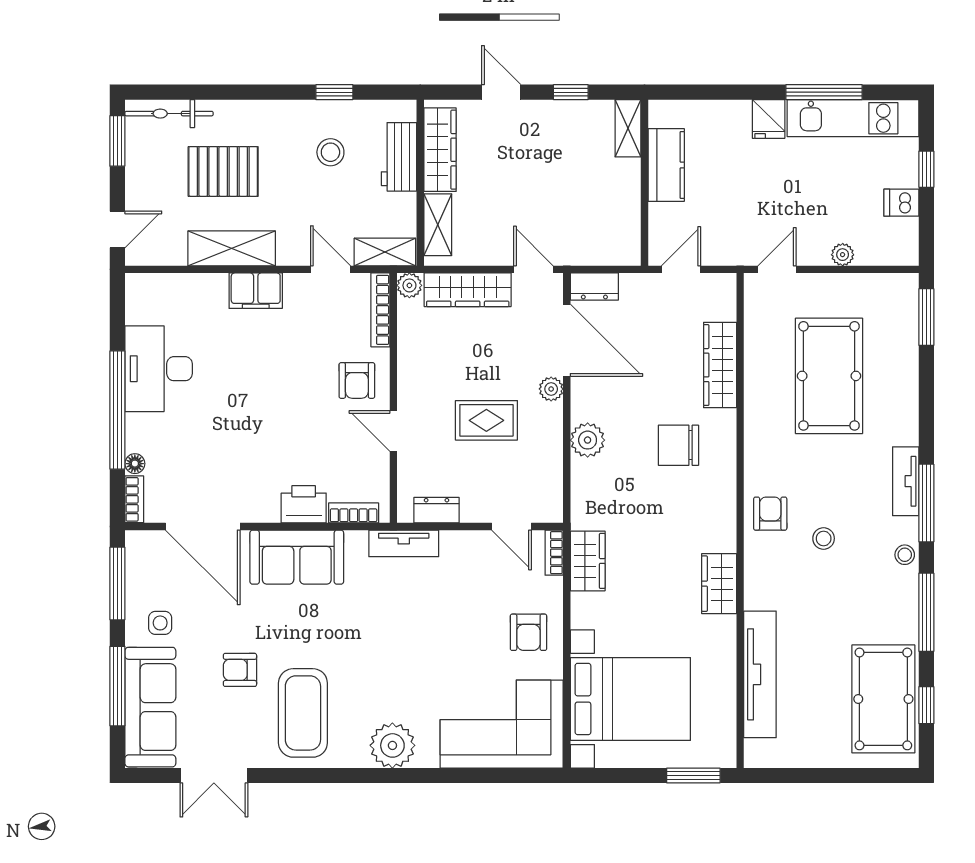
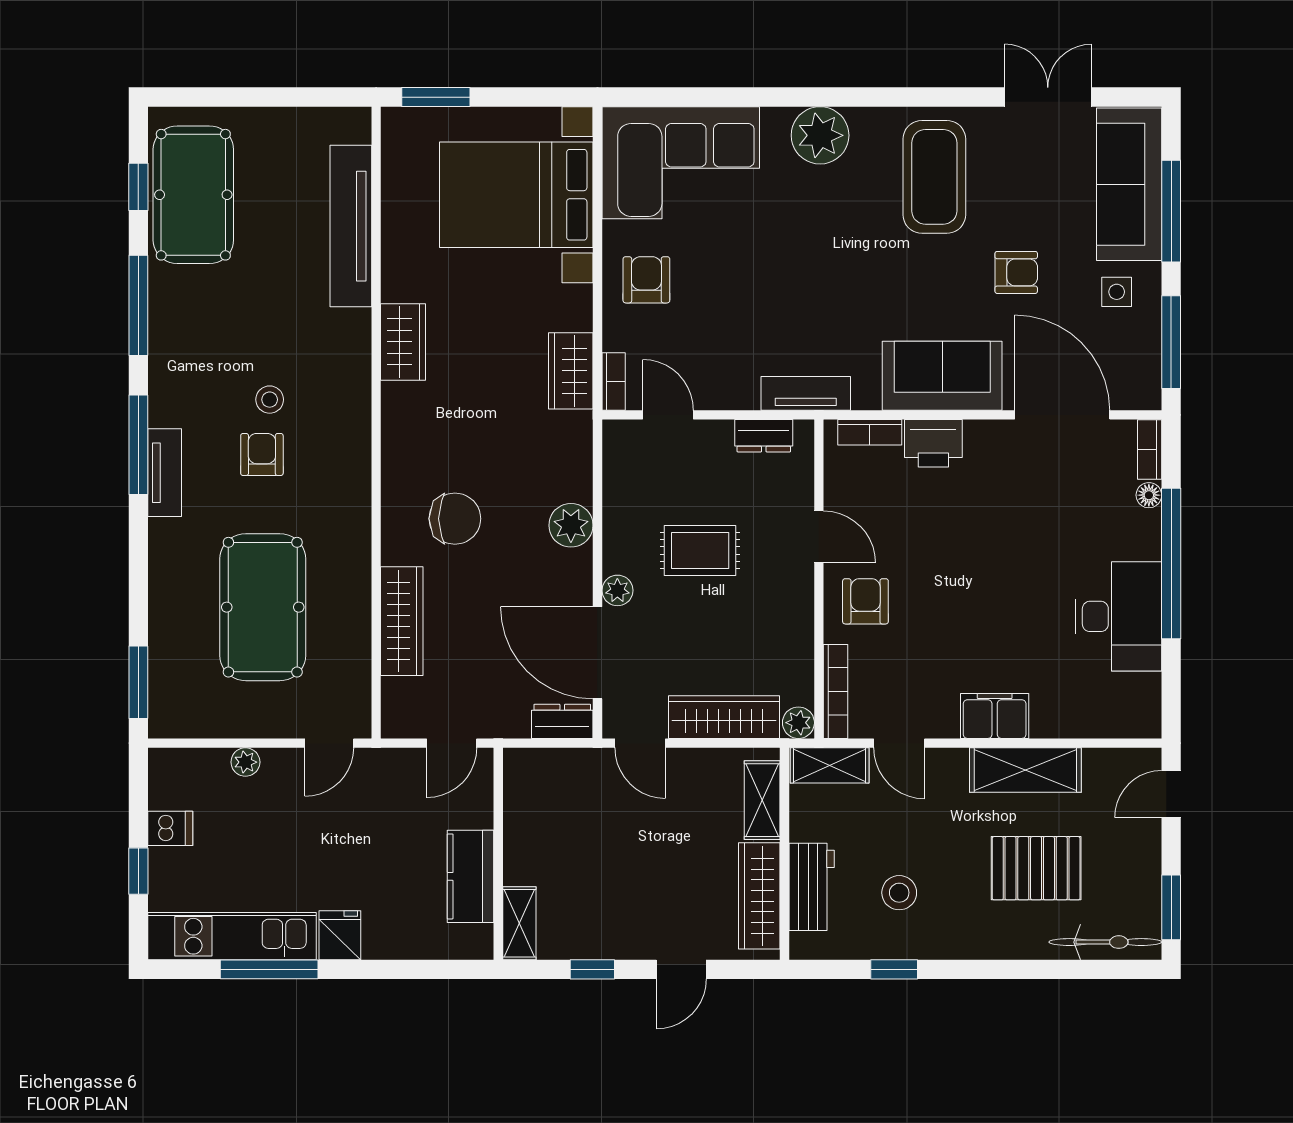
door: (501, 92) -> (681, 969), hinge flipped
armchair: (770, 514) -> (262, 454), moved, turned 180
stool: (905, 555) -> (166, 379), removed
armchair: (240, 670) -> (1016, 272), moved

